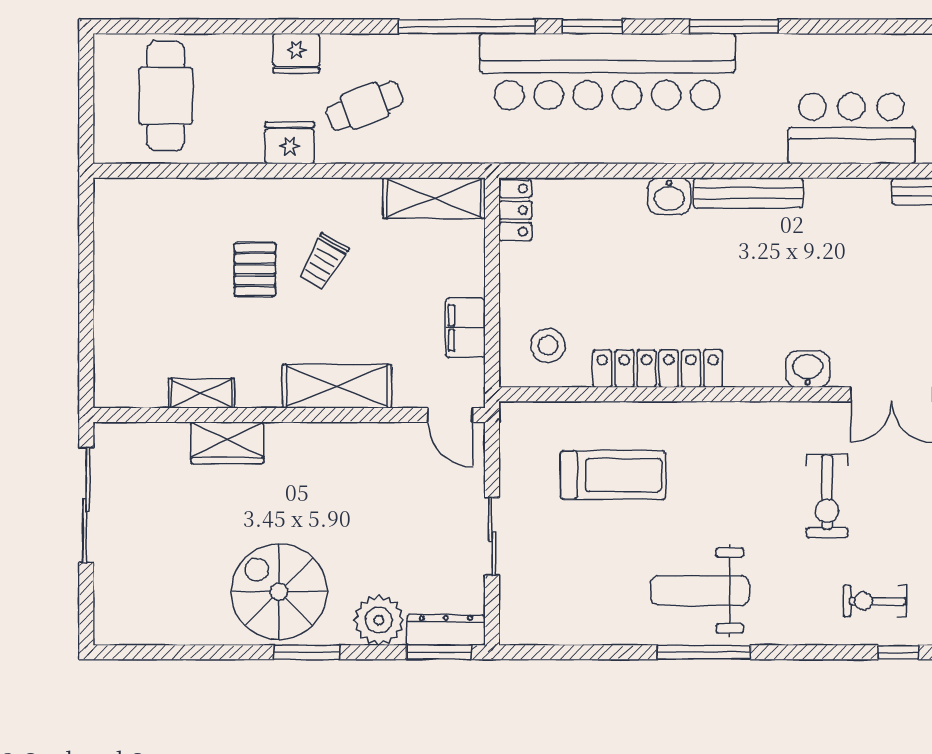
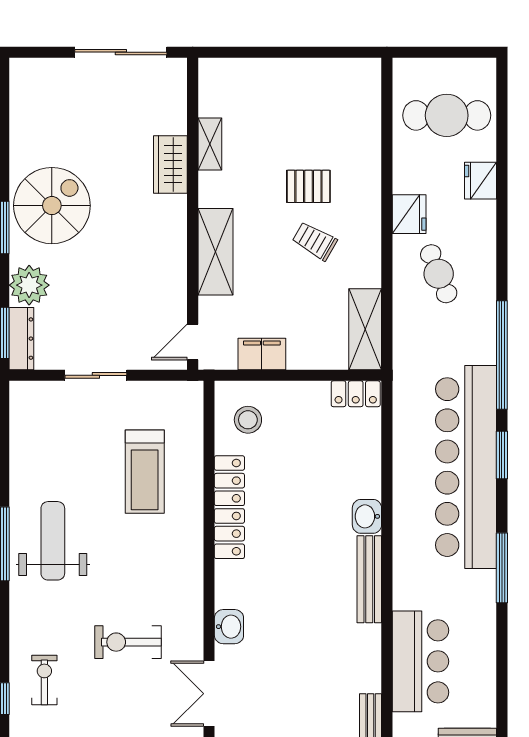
fridge: (296, 53) -> (481, 181), moved

